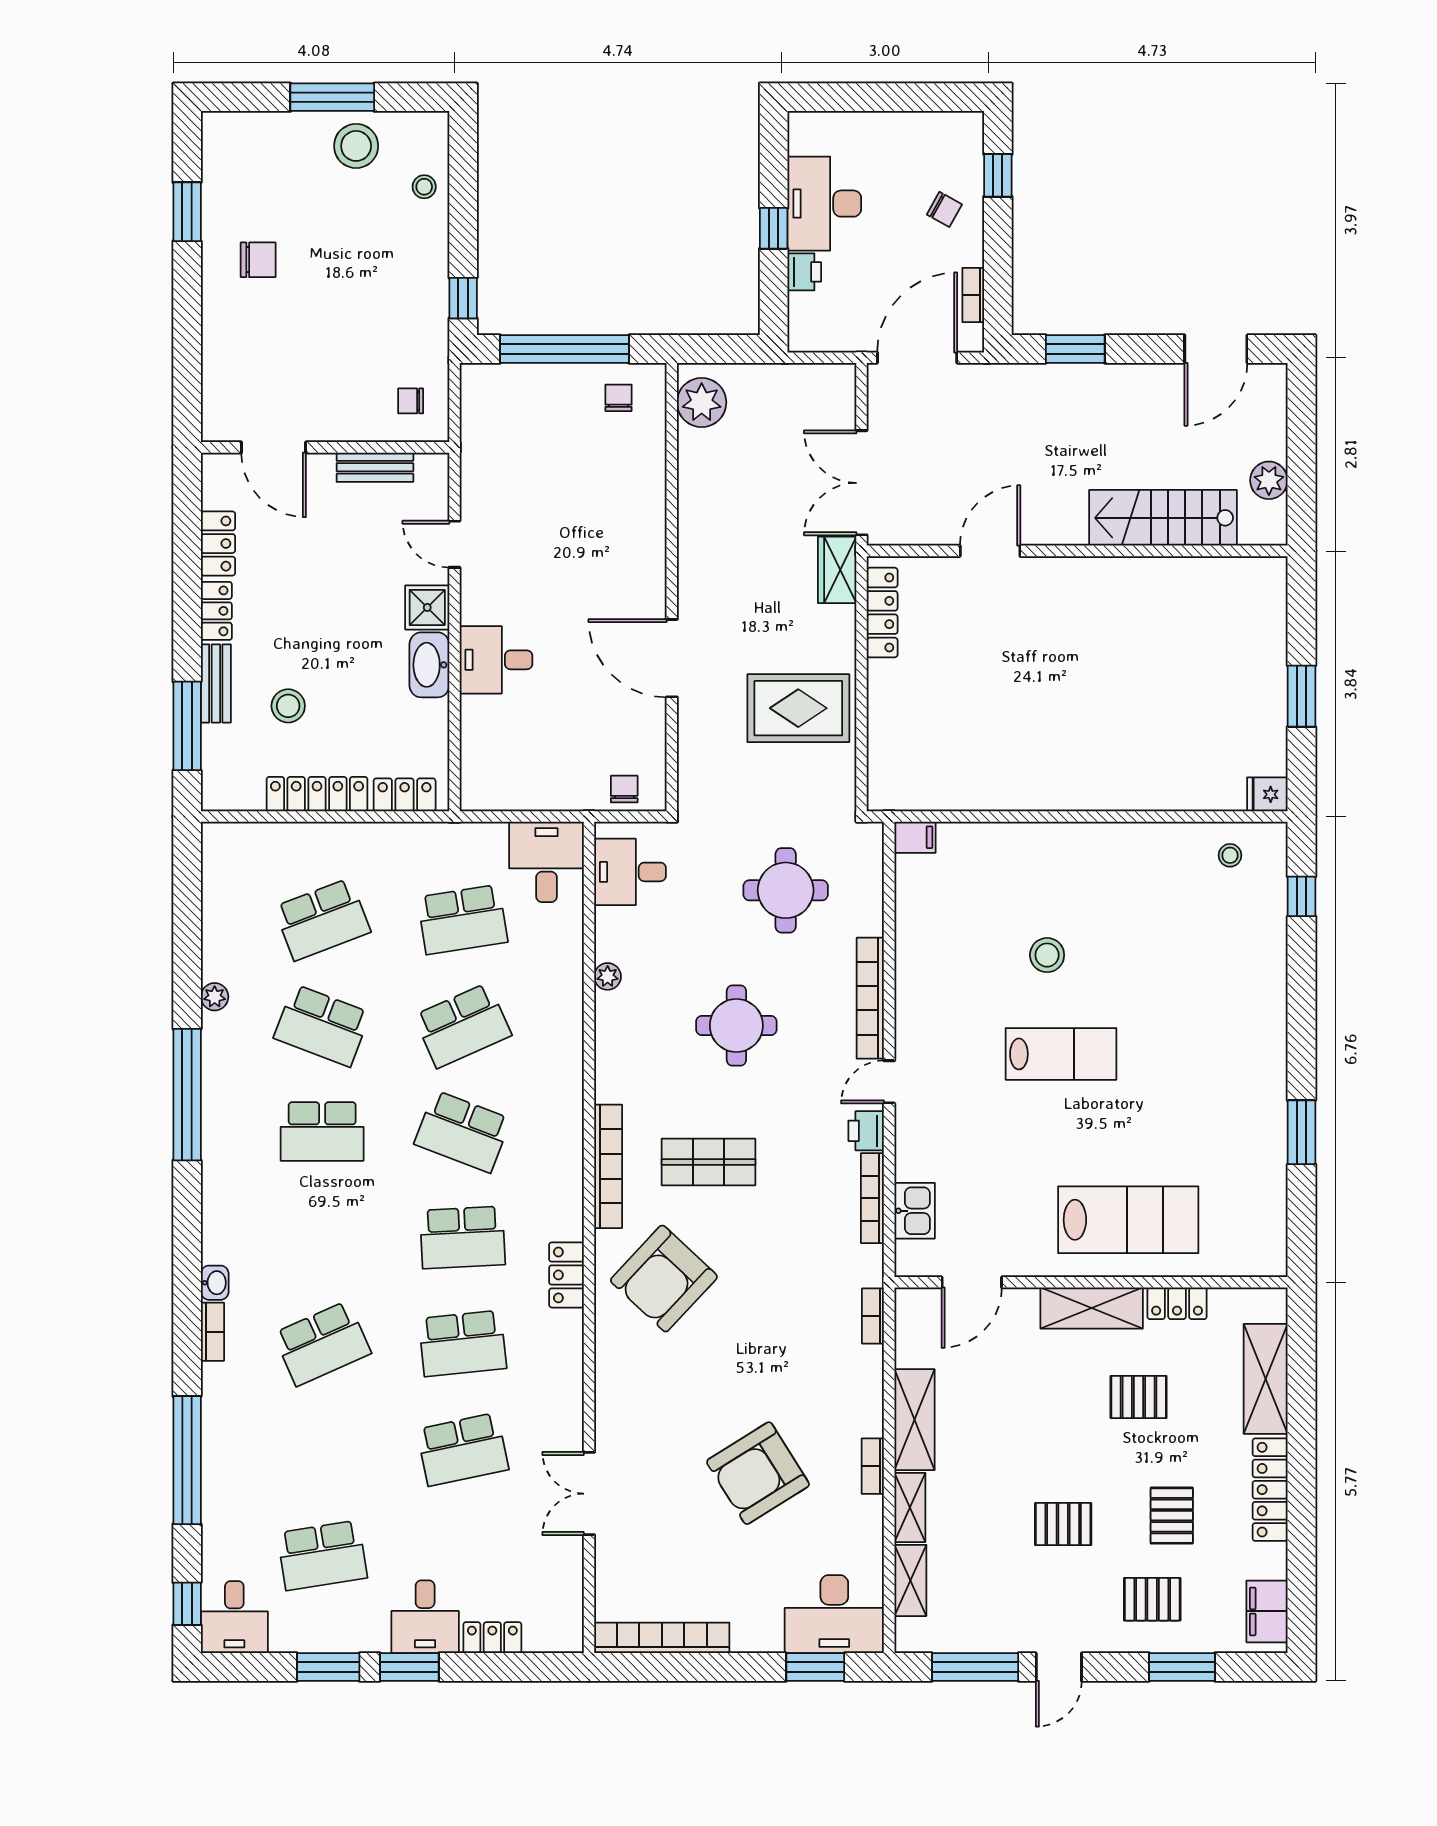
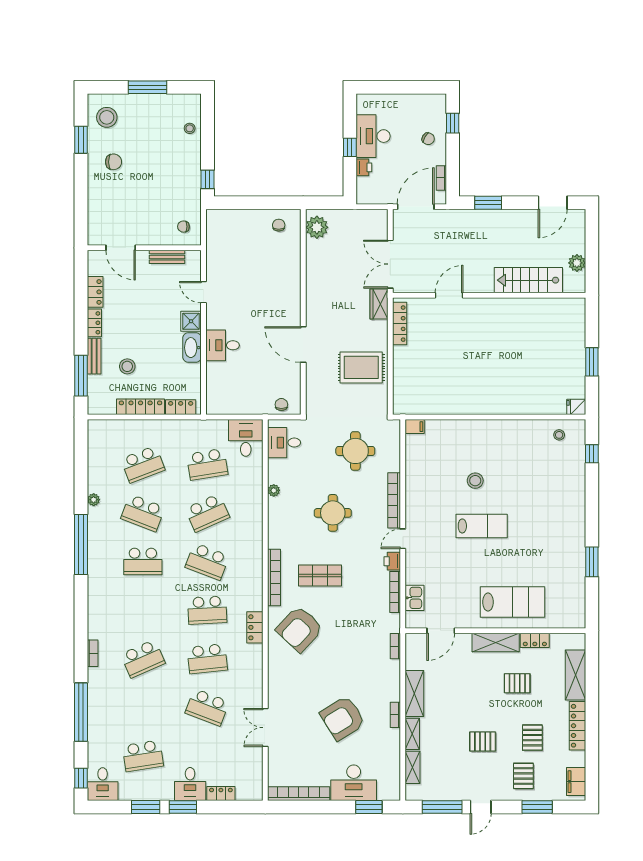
stool: (356, 146) -> (107, 117), moved
window: (565, 349) -> (254, 203), removed
washbasin: (215, 1283) -> (94, 631), removed
school desk: (463, 1449) -> (207, 707), turned 33
pallet: (1152, 1599) -> (523, 776), turned 90
desk: (834, 1614) -> (354, 783), moved

